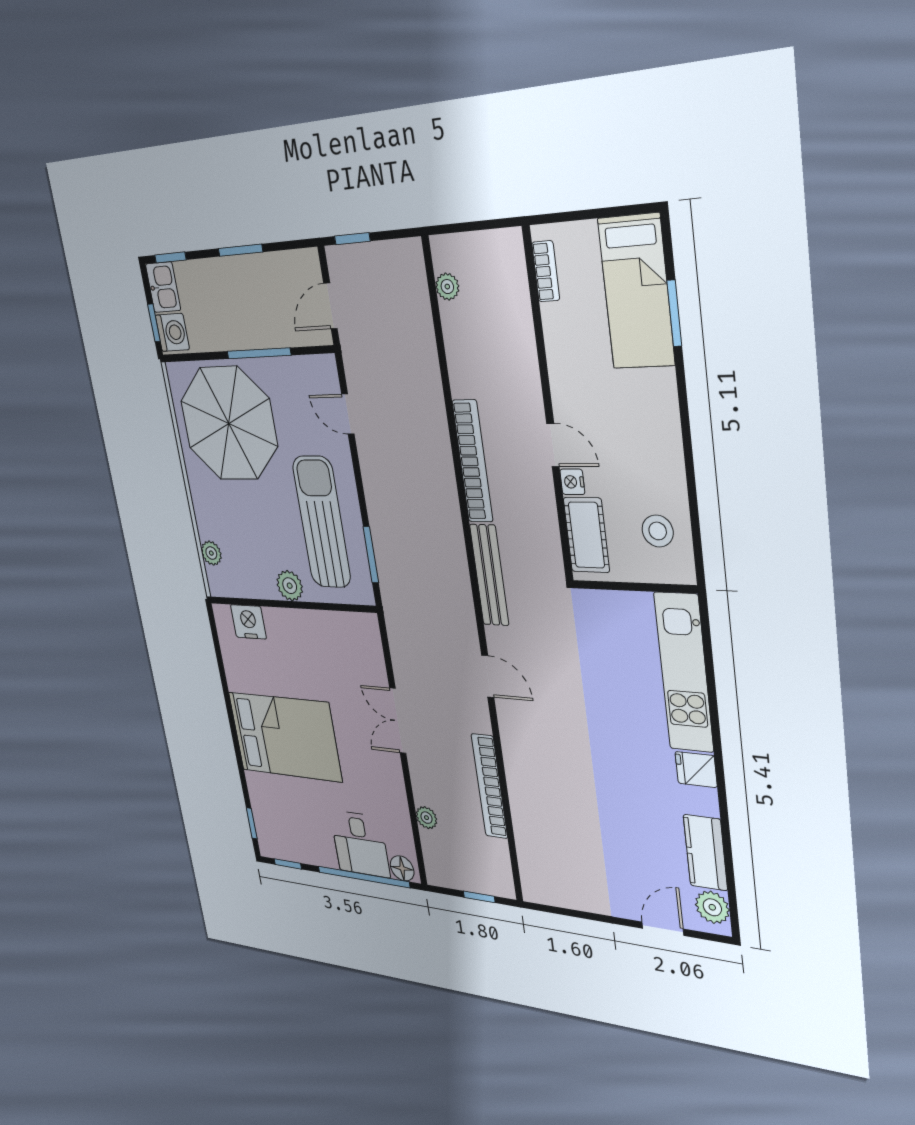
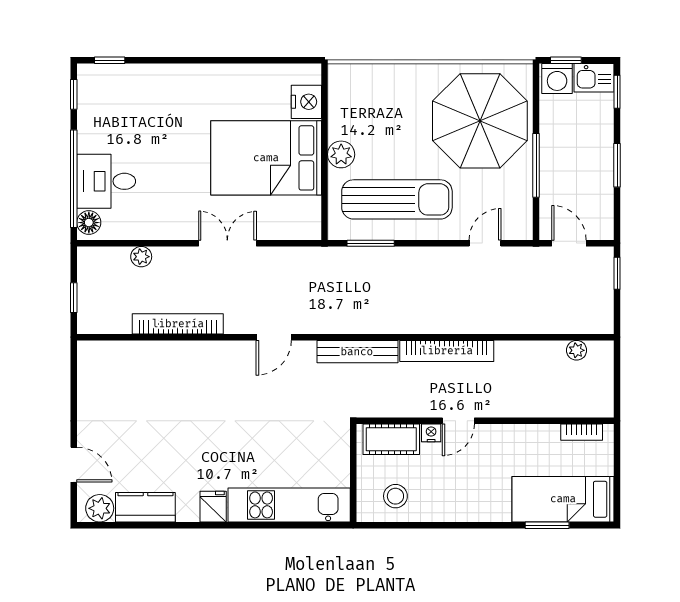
plant: (211, 553) -> (367, 75), removed
bed: (285, 737) -> (266, 158), moved, turned 90

